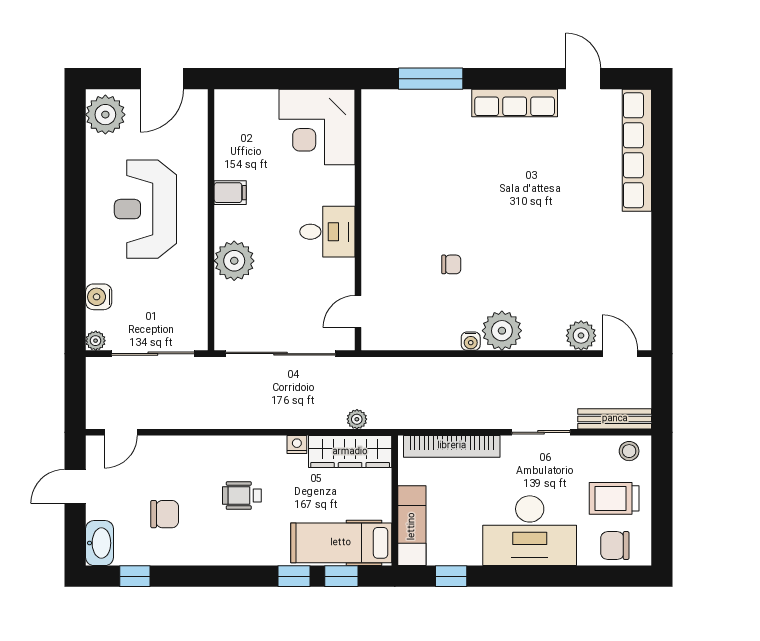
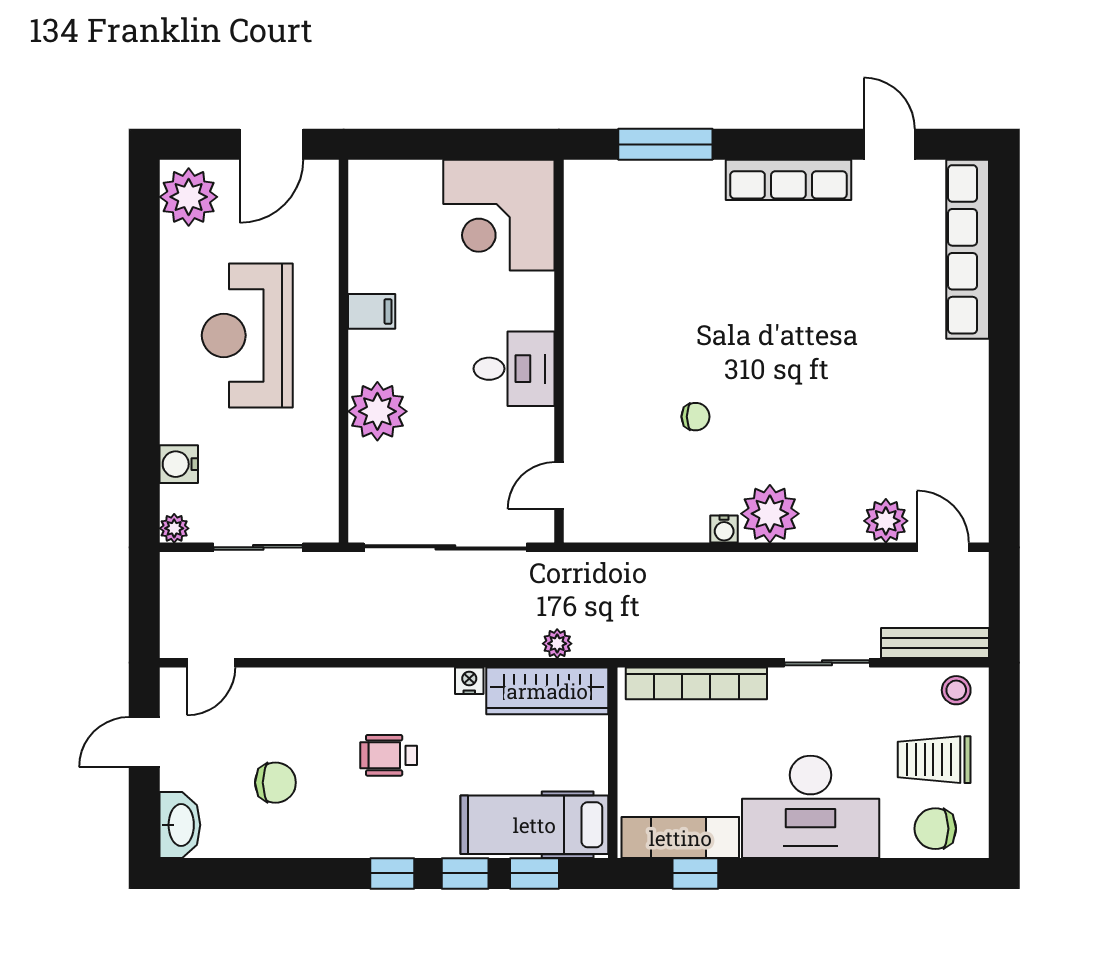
sliding door: (153, 354) -> (258, 547), width x0.73
exam couch: (412, 526) -> (680, 838), moved, turned -90
window: (135, 576) -> (392, 873), moved

